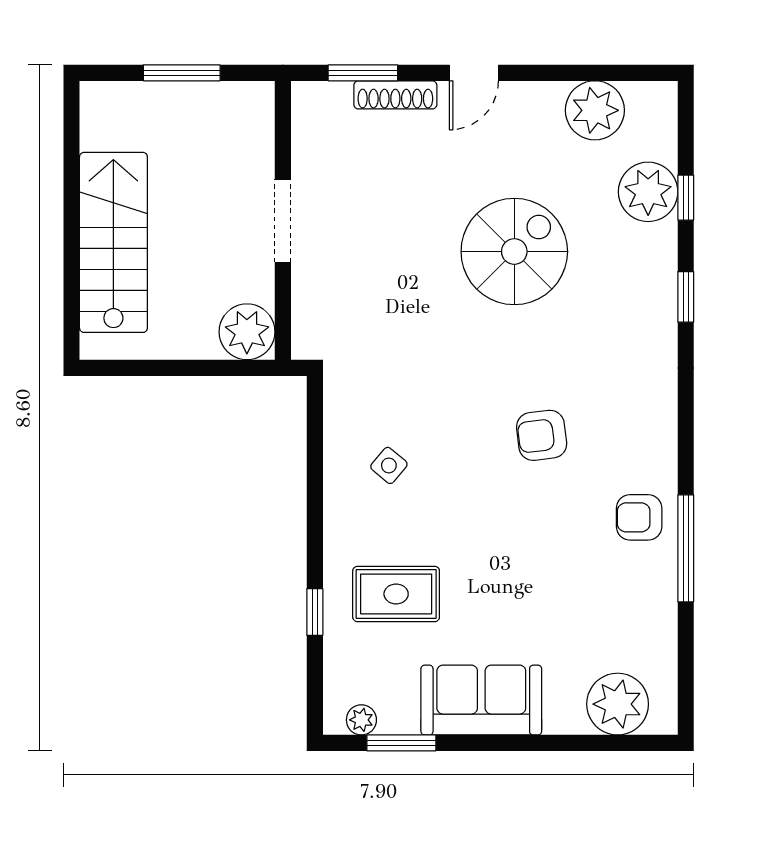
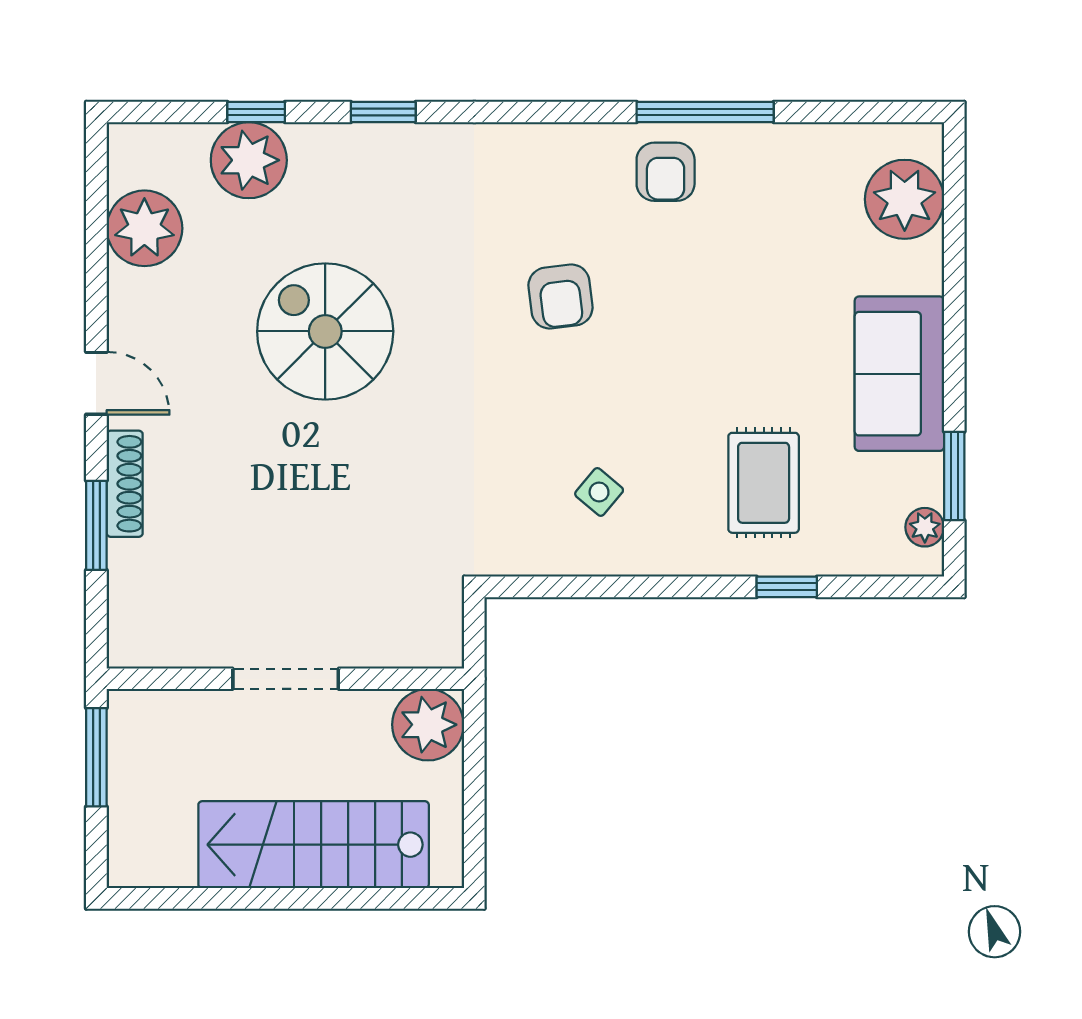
wall: (283, 220) -> (285, 679), moved
doorway: (283, 221) -> (286, 679), moved
plant: (247, 332) -> (428, 725), moved

